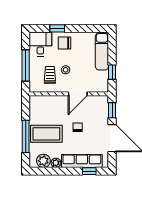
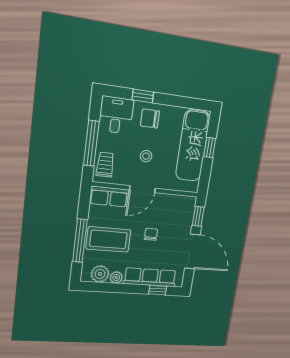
exam couch: (102, 51) -> (193, 146), width x1.36, depth x1.45
window: (112, 72) -> (210, 148), moved
trolley: (50, 75) -> (105, 165), moved
door: (78, 94) -> (142, 189), moved
row of seats: (43, 102) -> (109, 197), added

